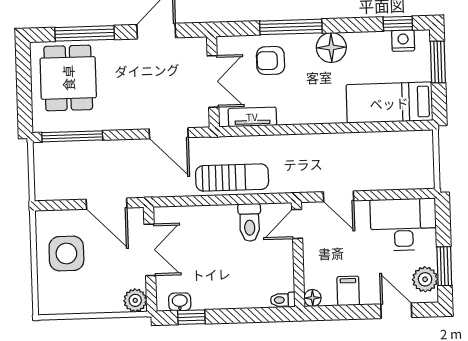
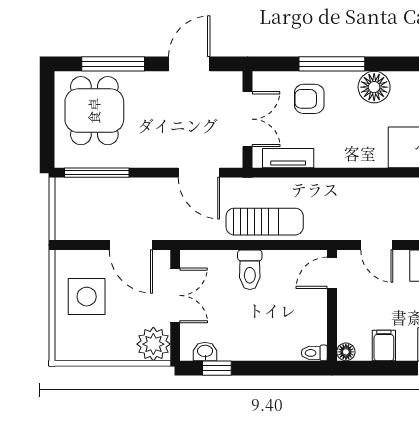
toilet: (250, 222) -> (250, 270), moved
plant: (135, 300) -> (153, 344), width x1.36, depth x1.36

